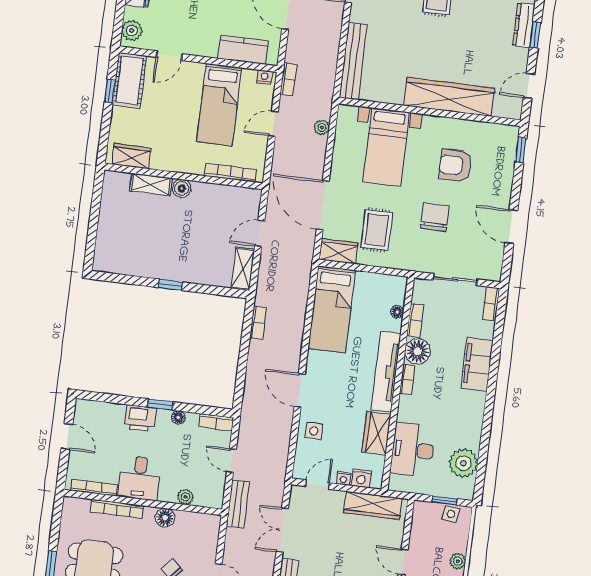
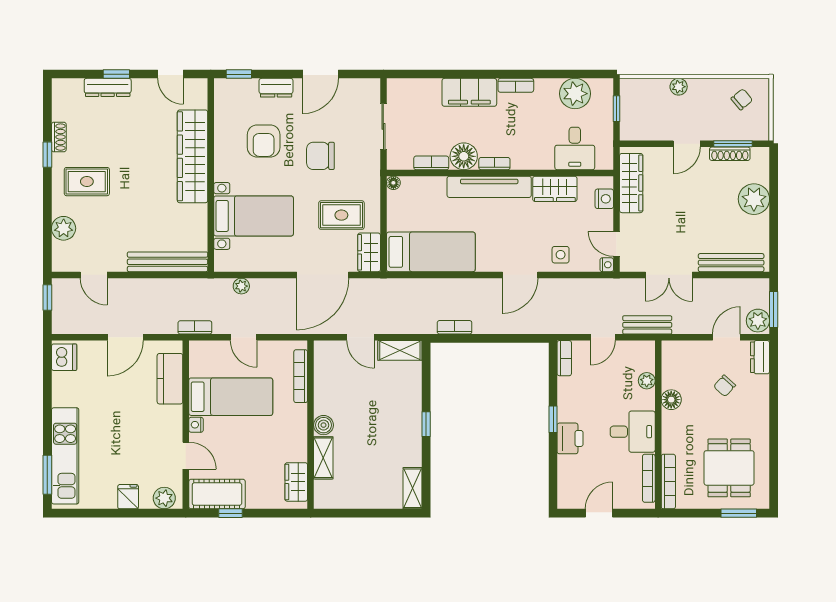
nightstand: (264, 77) -> (196, 425), moved
dresser: (504, 183) -> (276, 88), added
shelving: (112, 265) -> (413, 488), added
bookcase: (491, 304) -> (516, 85), moved
floor lamp: (397, 312) -> (393, 183), moved
floor lamp: (178, 417) -> (564, 399), removed
desk: (413, 450) -> (575, 148), width x0.73
nightstand: (344, 478) -> (607, 265), moved
bookcase: (117, 509) -> (668, 482), moved
side table: (451, 514) -> (630, 100), removed

